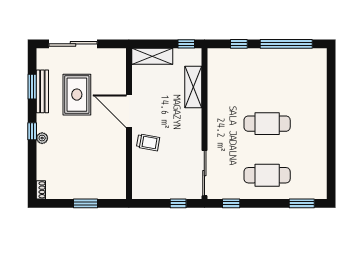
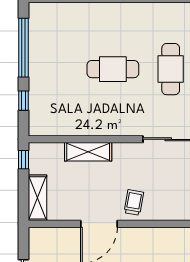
shelving: (193, 87) -> (88, 152), moved
cafe table: (267, 124) -> (113, 69), turned 90

